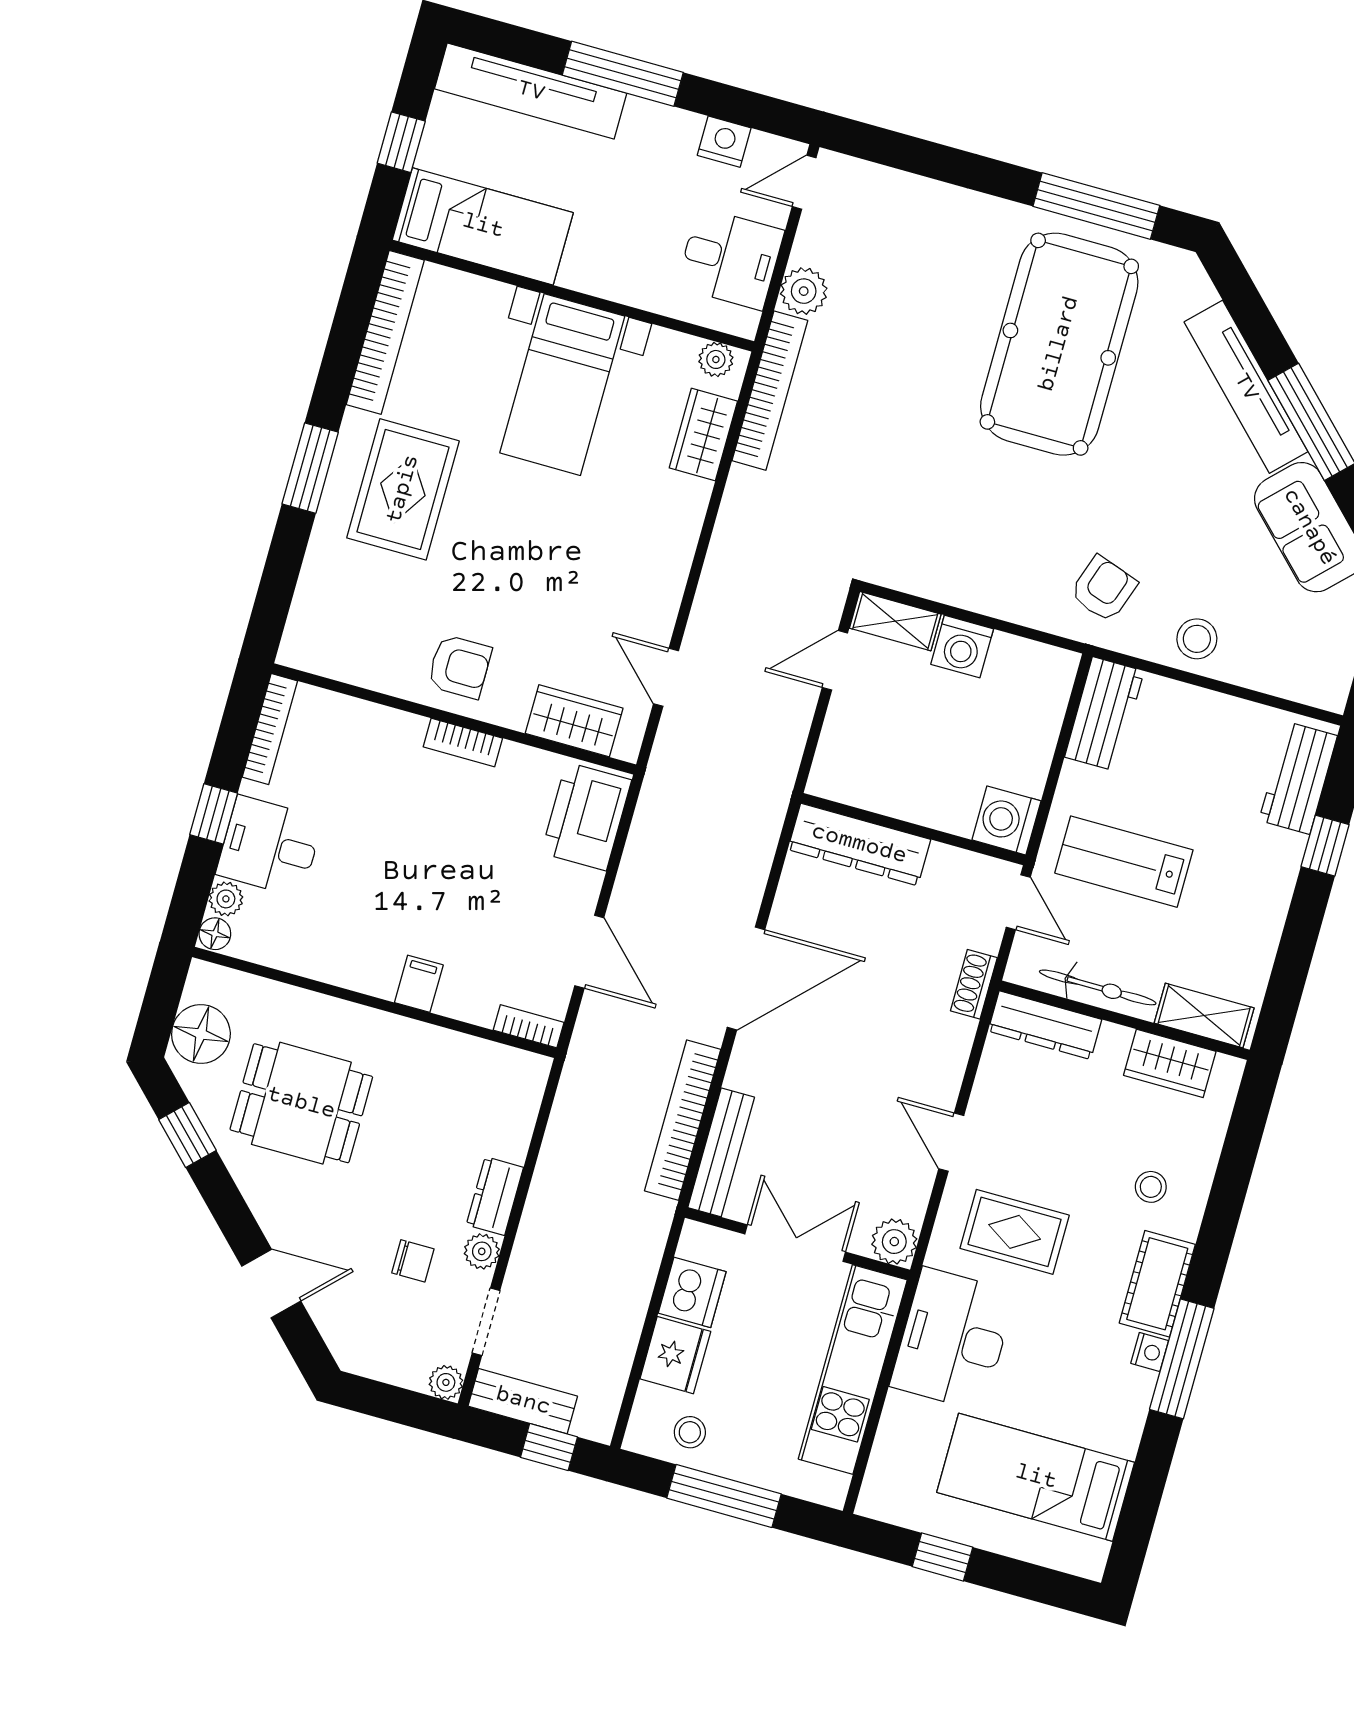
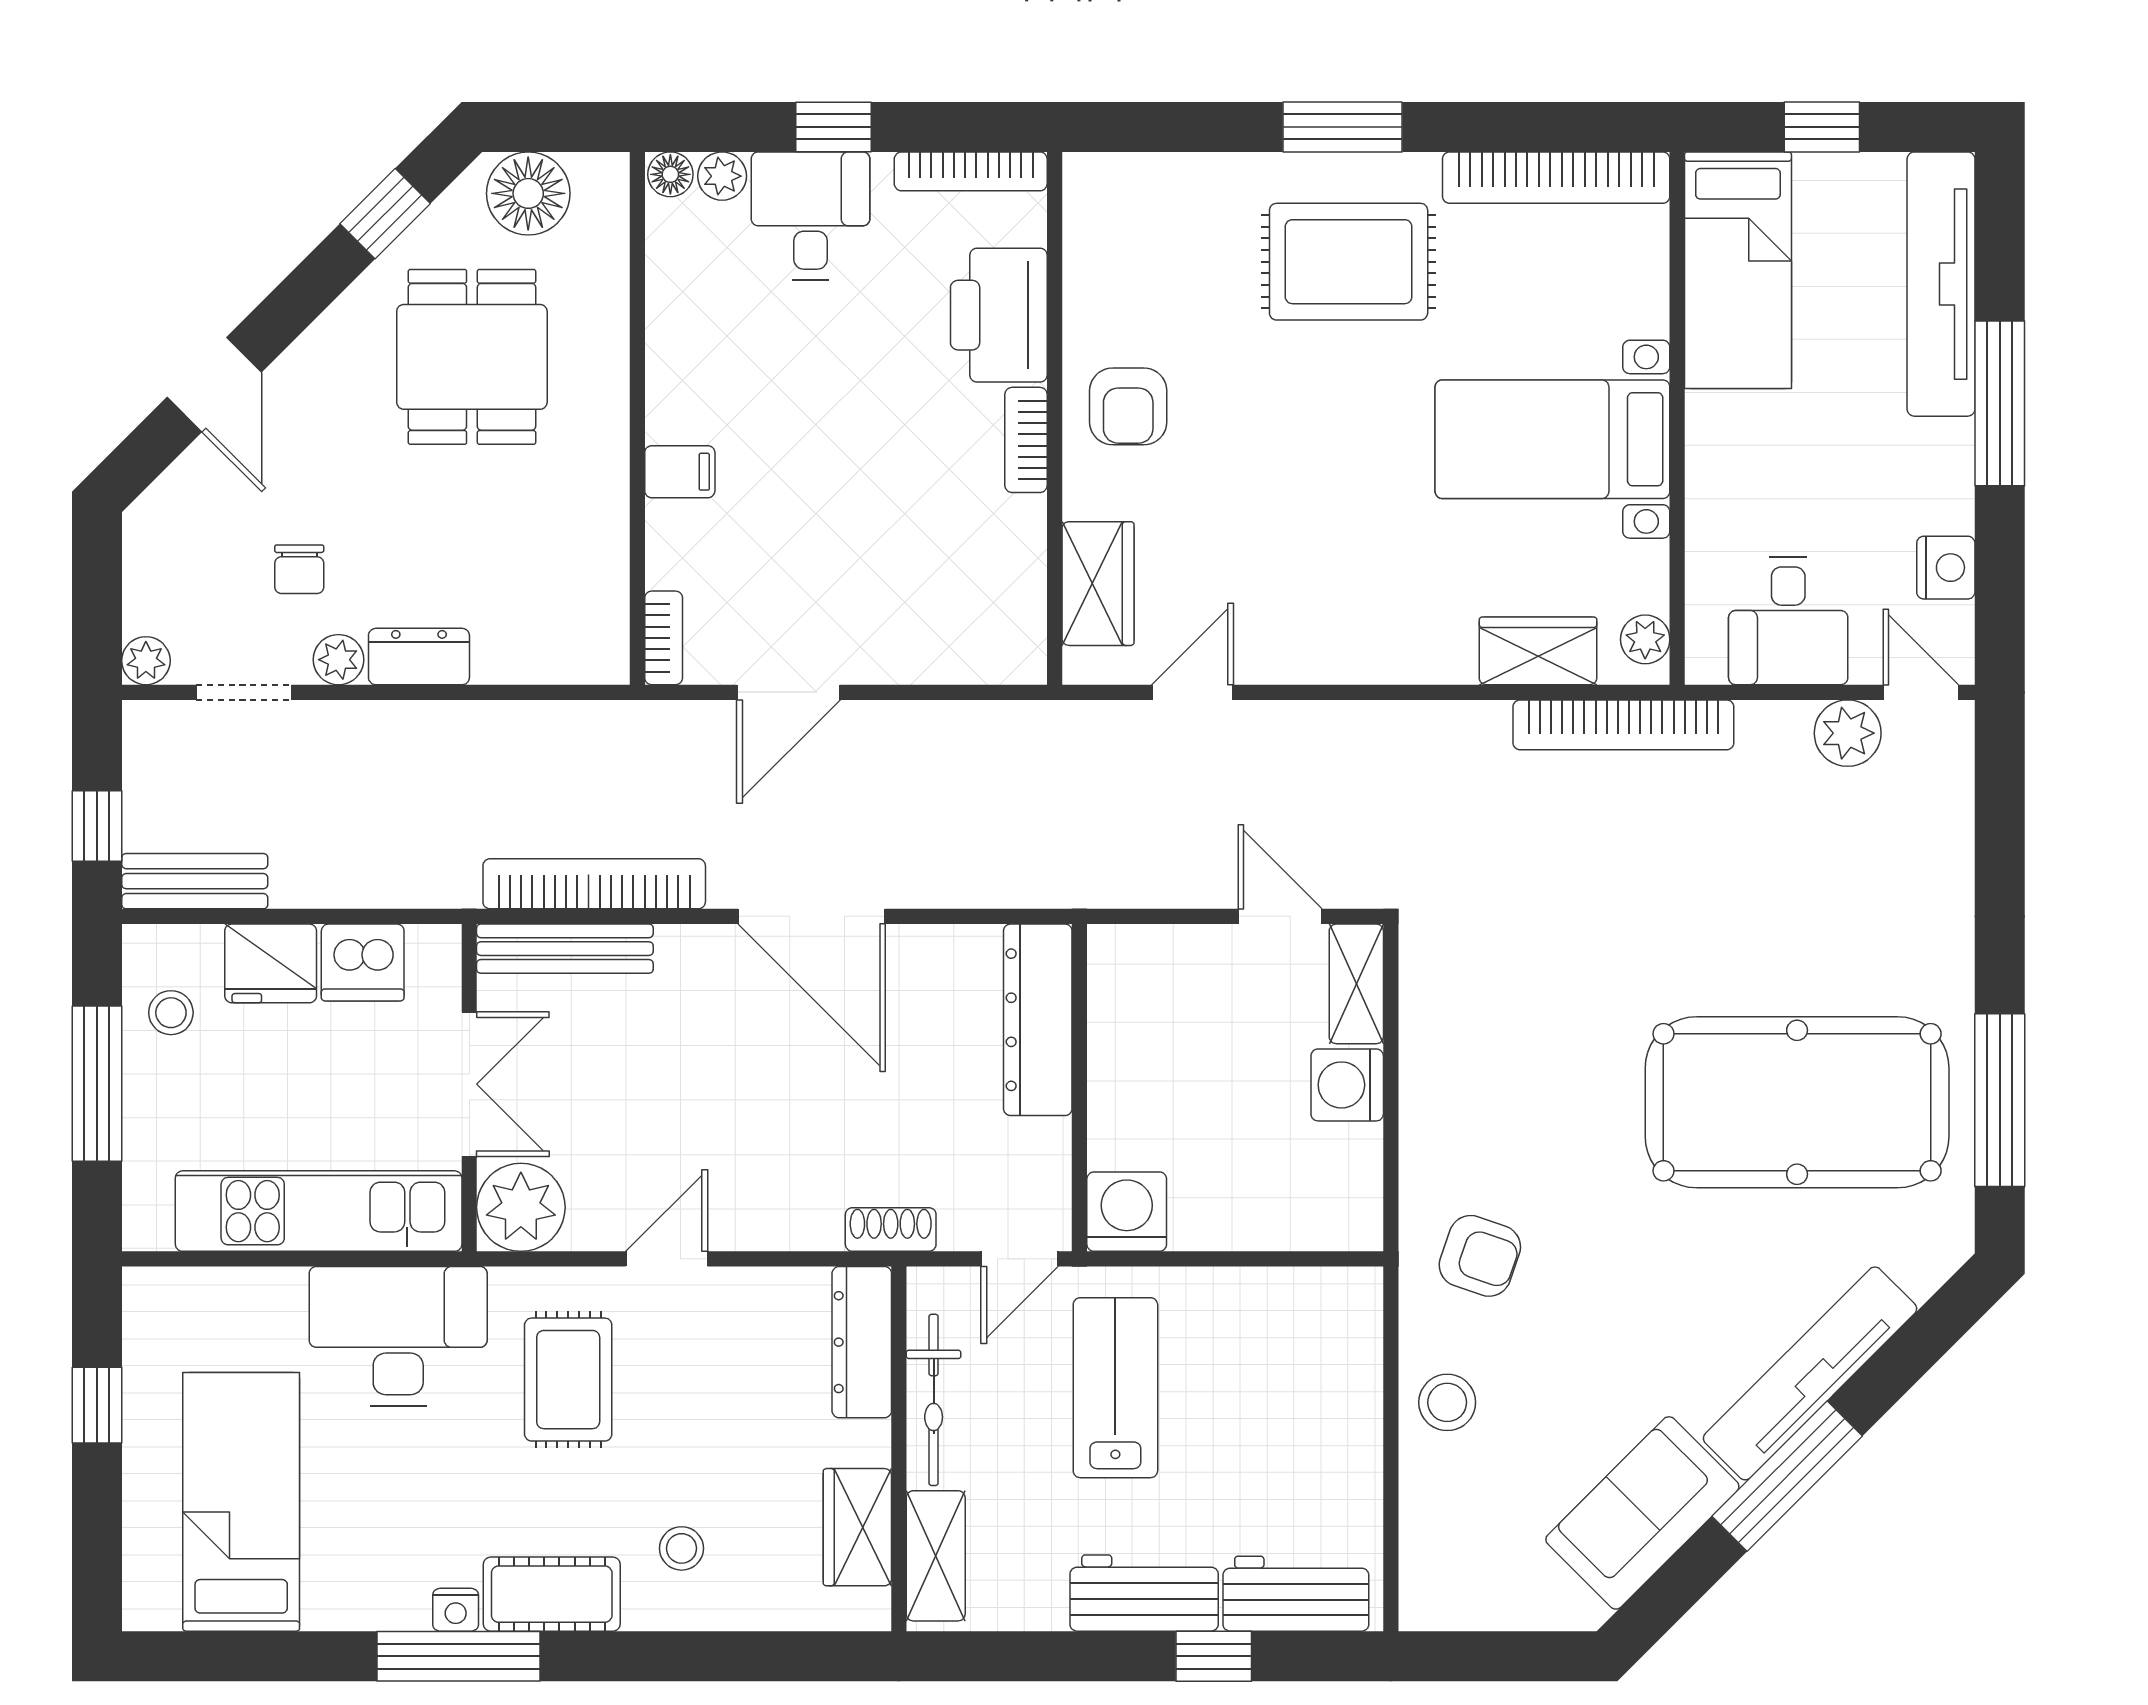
plant: (804, 291) -> (1848, 733), moved
workbench: (1104, 714) -> (1144, 1593), moved, turned 180
printer: (586, 816) -> (999, 315), moved, turned -90
plant: (894, 1242) -> (521, 1207), width x1.36, depth x1.36
bench: (523, 1401) -> (195, 881), moved, turned 90

